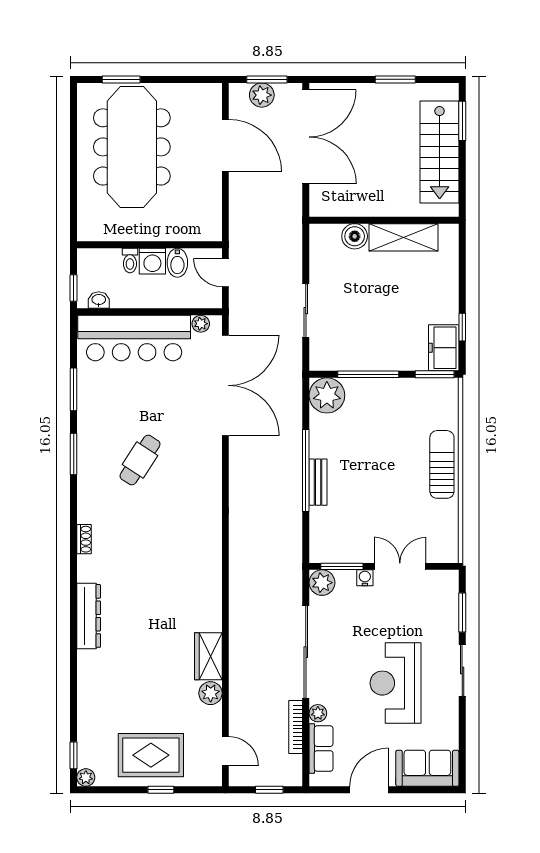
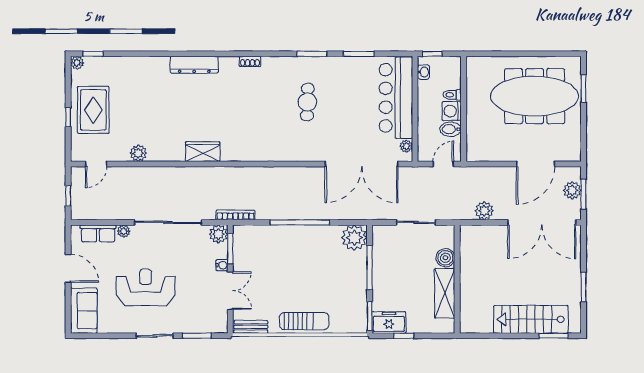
plant: (290, 216) -> (484, 211), added
wall: (384, 220) -> (457, 279), moved
boiler: (355, 236) -> (445, 258), moved
shelving: (404, 237) -> (445, 293), moved
cafe table: (140, 460) -> (307, 102), turned 59
bench: (318, 482) -> (251, 327), moved
wardrobe: (208, 656) -> (203, 152), moved
bookcase: (296, 727) -> (236, 215), moved

